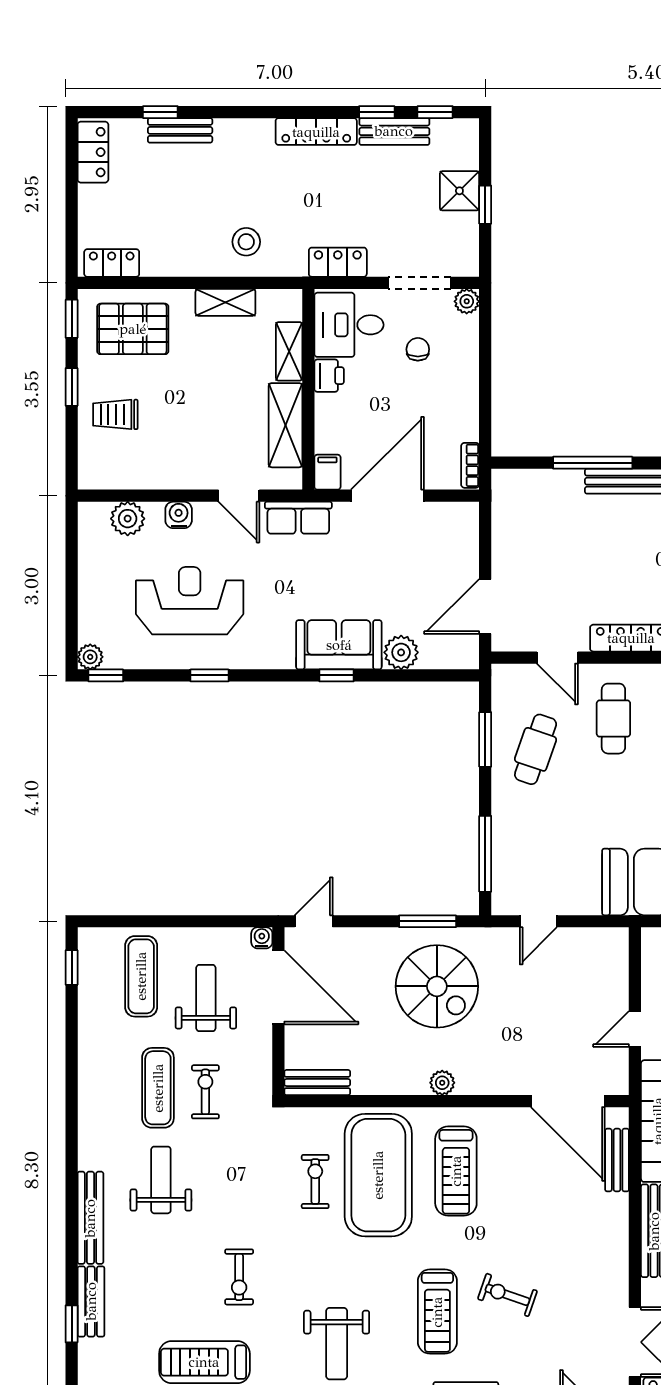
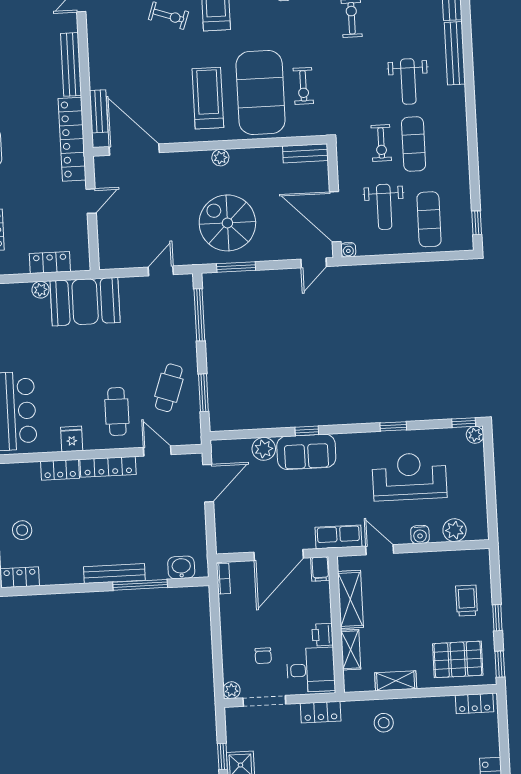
trolley: (115, 414) -> (467, 601), turned -90
washbasin: (531, 485) -> (181, 567), added
reception desk: (190, 601) -> (409, 477), turned 180

